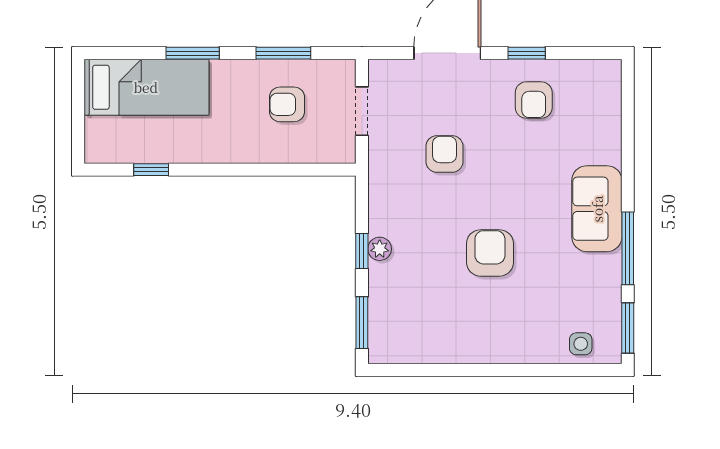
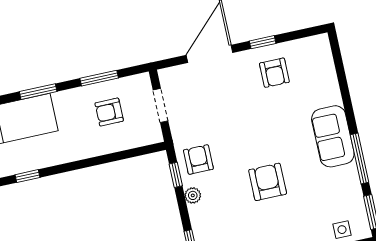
armchair: (444, 154) -> (198, 160), moved
window: (362, 251) -> (176, 175), moved

